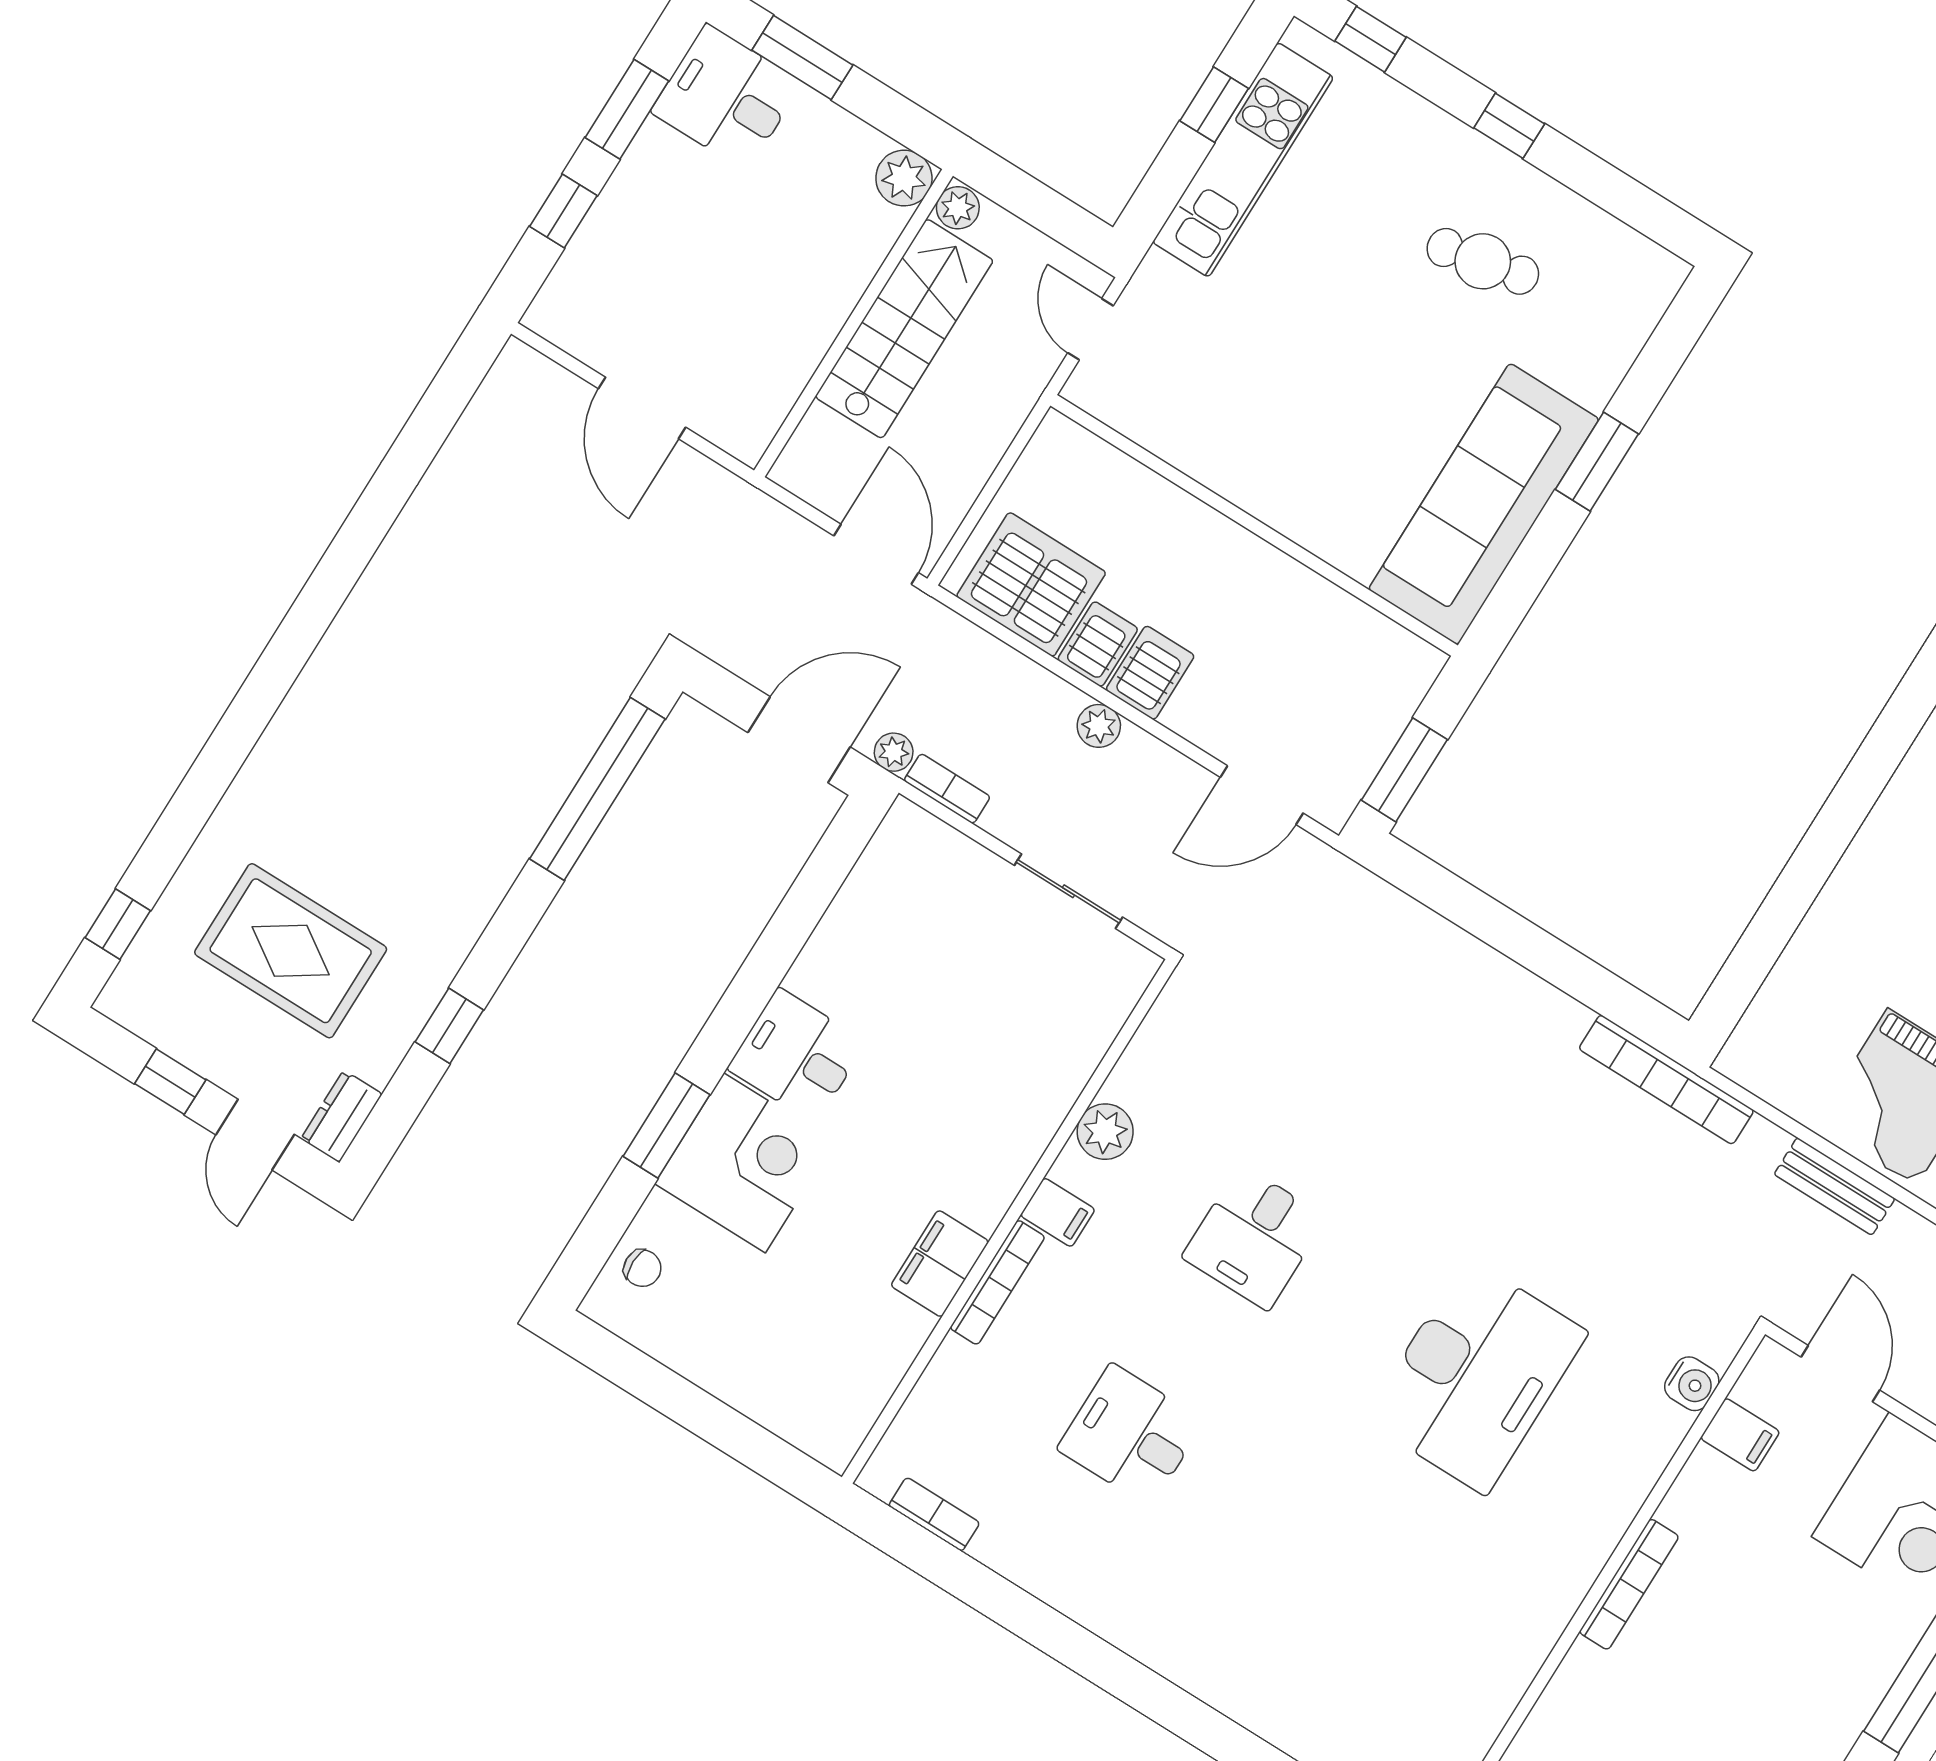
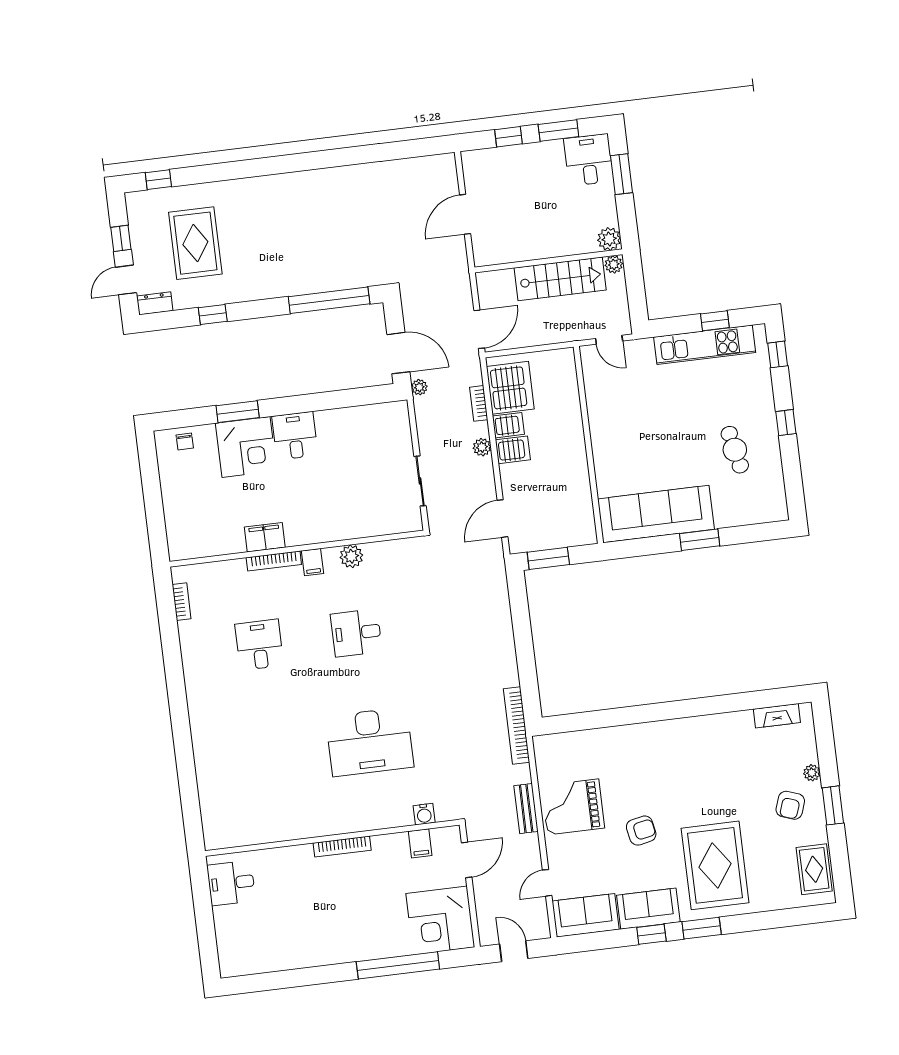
door: (1091, 329) -> (609, 340), swing flipped
bookcase: (947, 789) -> (479, 403), moved, turned 180
door: (1262, 795) -> (502, 519), hinge flipped

